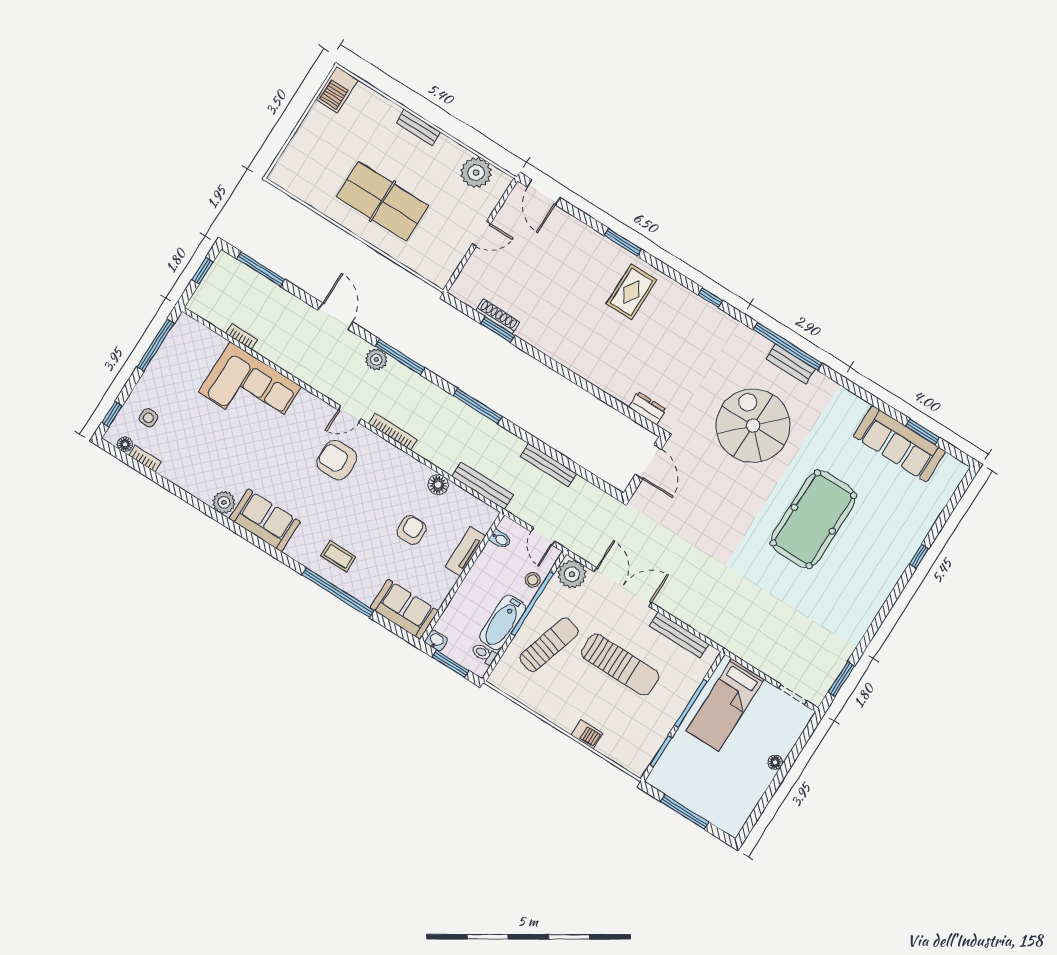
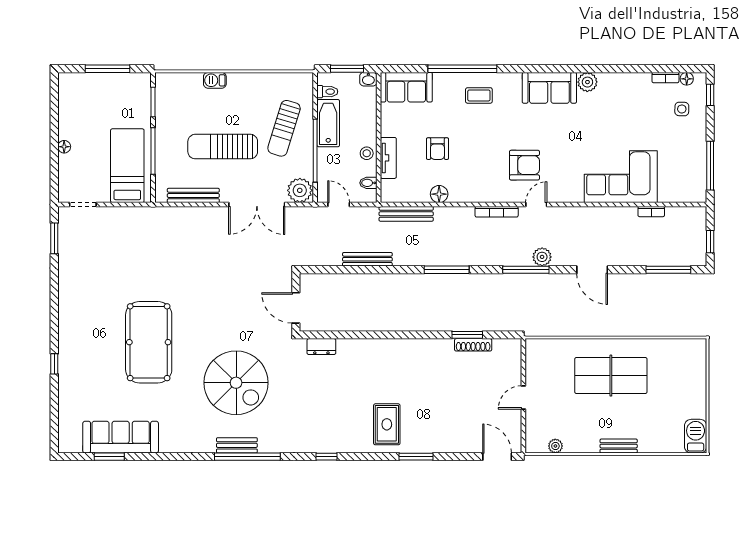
plant: (476, 173) -> (555, 446), width x0.53, depth x0.53
stool: (533, 580) -> (367, 153), moved

